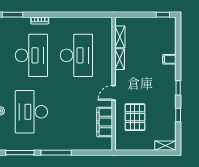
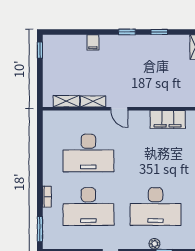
desk: (31, 55) -> (88, 207), turned 180
desk: (76, 55) -> (88, 153), turned 180
door: (114, 93) -> (119, 109), moved
pallet: (135, 117) -> (162, 83), removed

